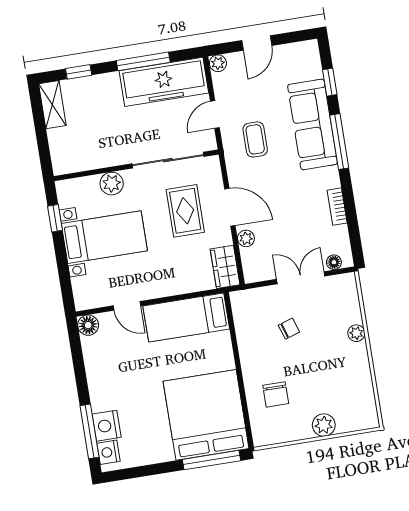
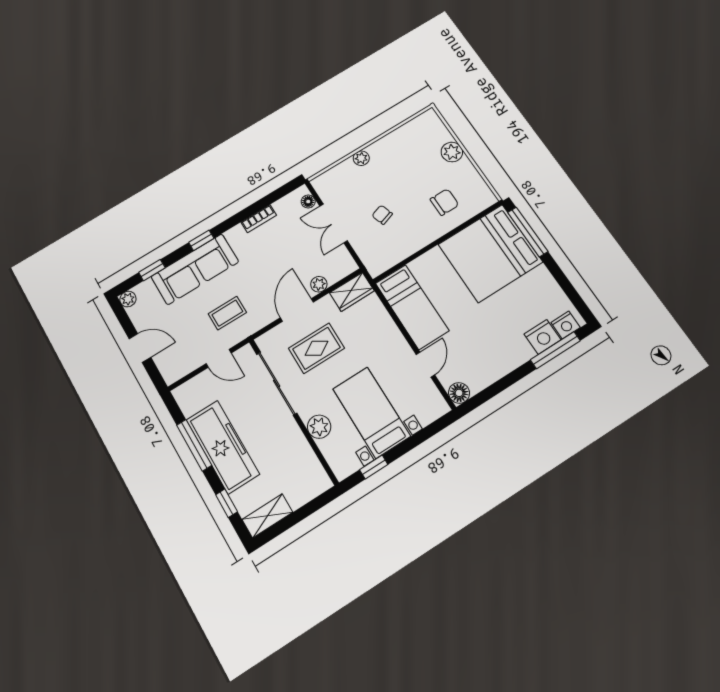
plant: (218, 63) -> (128, 299), moved
freezer: (164, 82) -> (223, 447), moved
window: (339, 142) -> (201, 240), width x0.46

